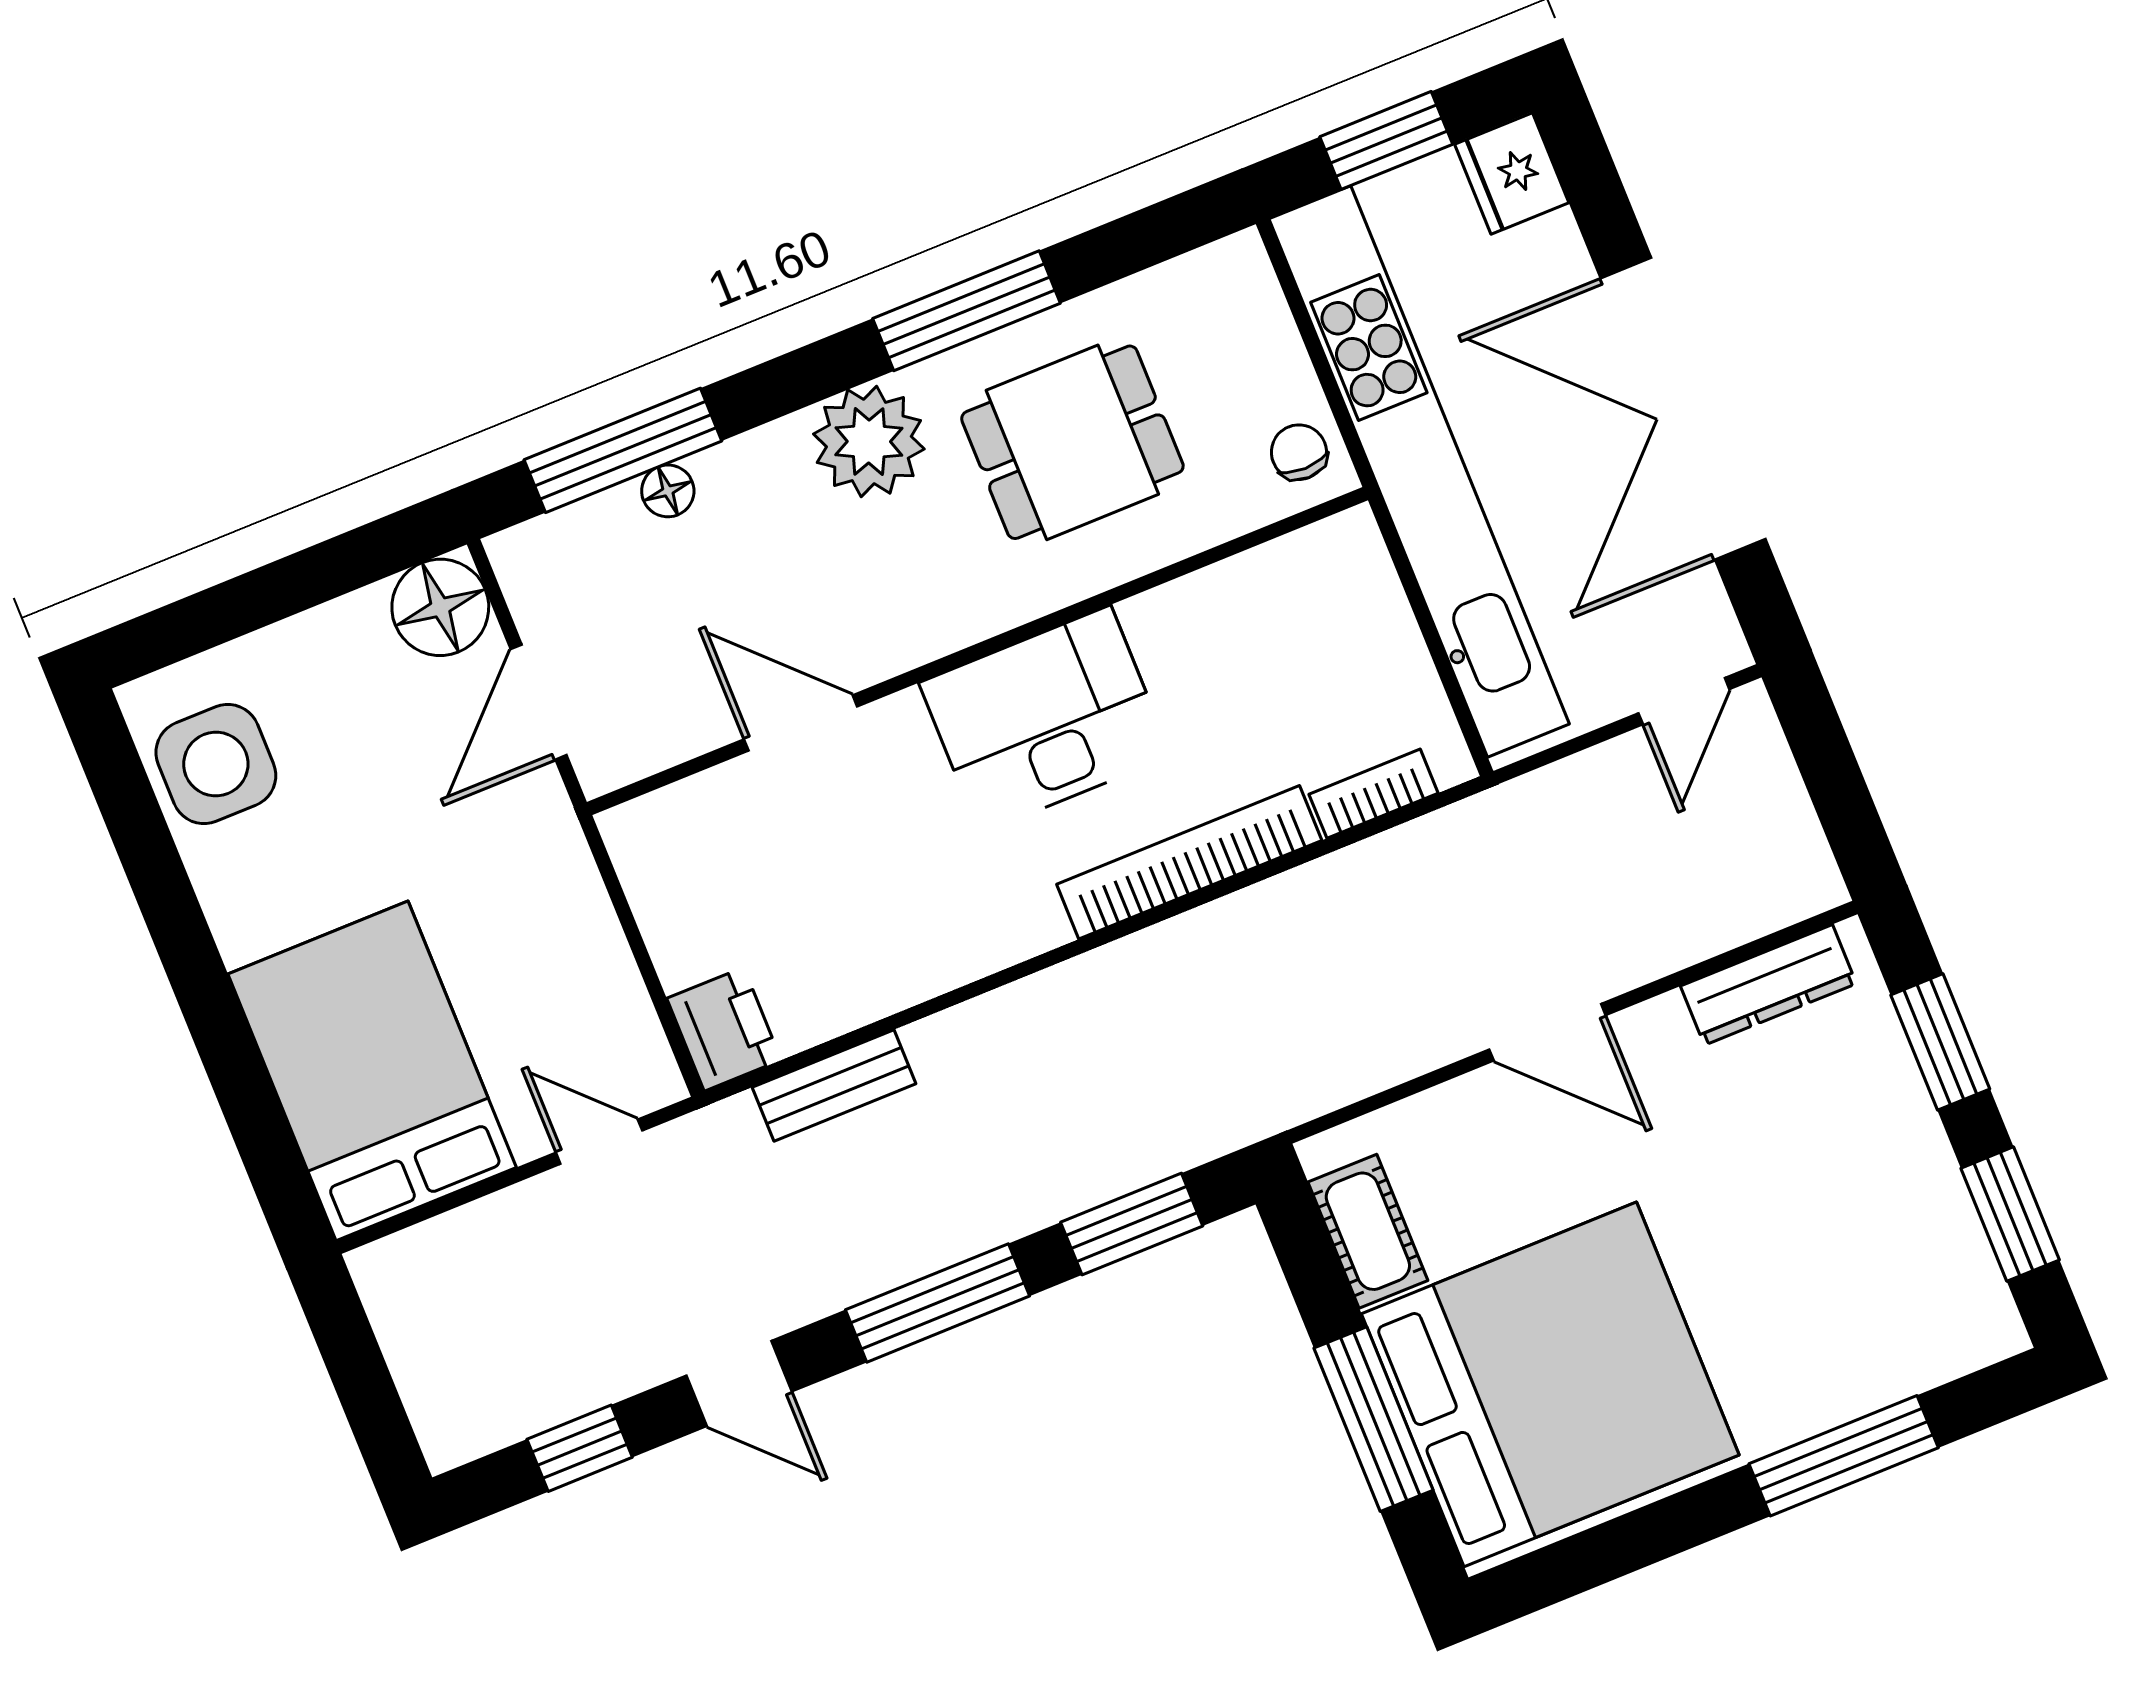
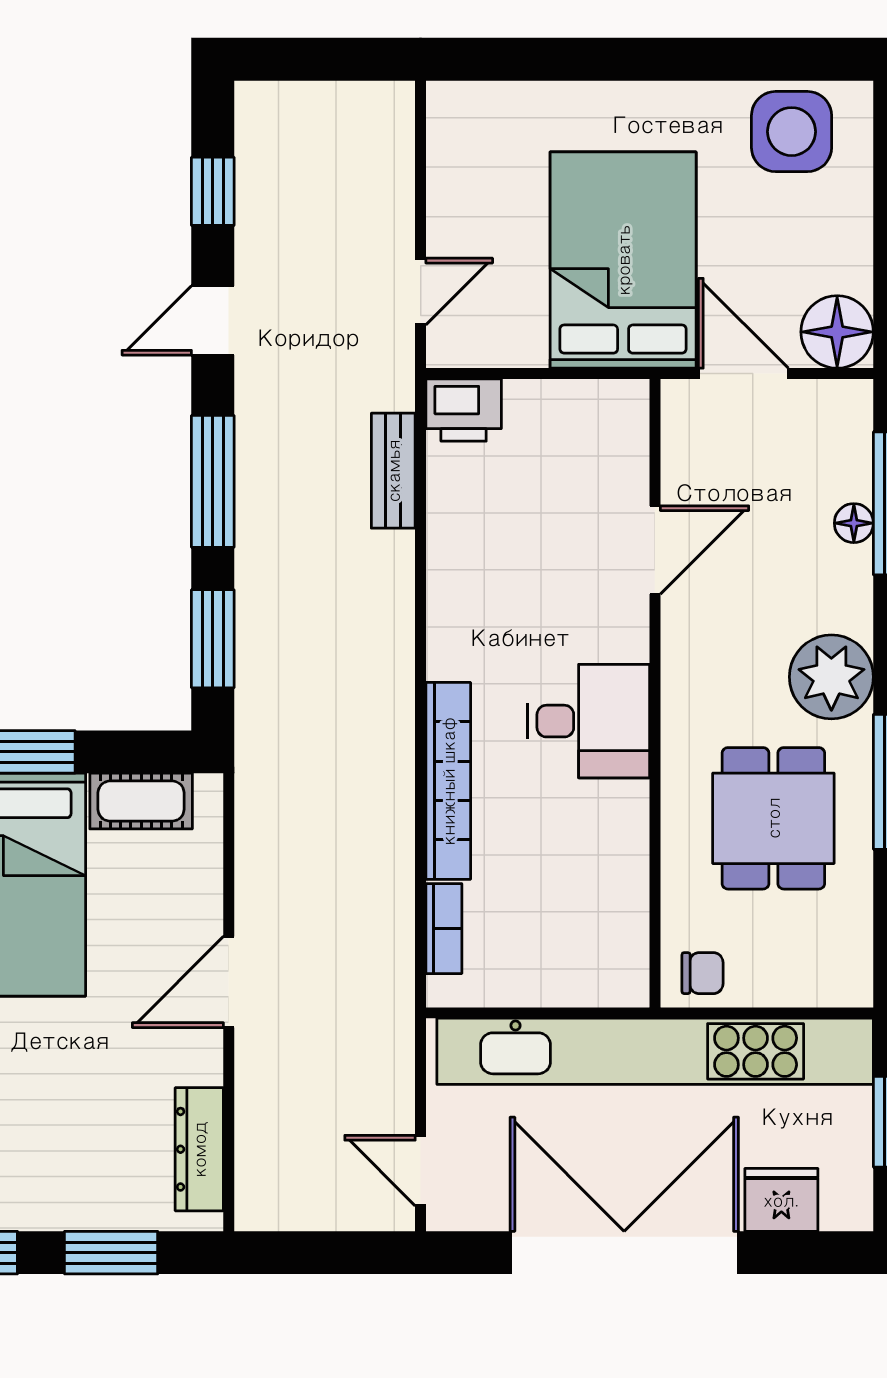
fridge: (1512, 173) -> (781, 1200), moved
desk: (1045, 719) -> (588, 721), width x0.73
bed: (372, 1071) -> (623, 260), moved, turned -90

